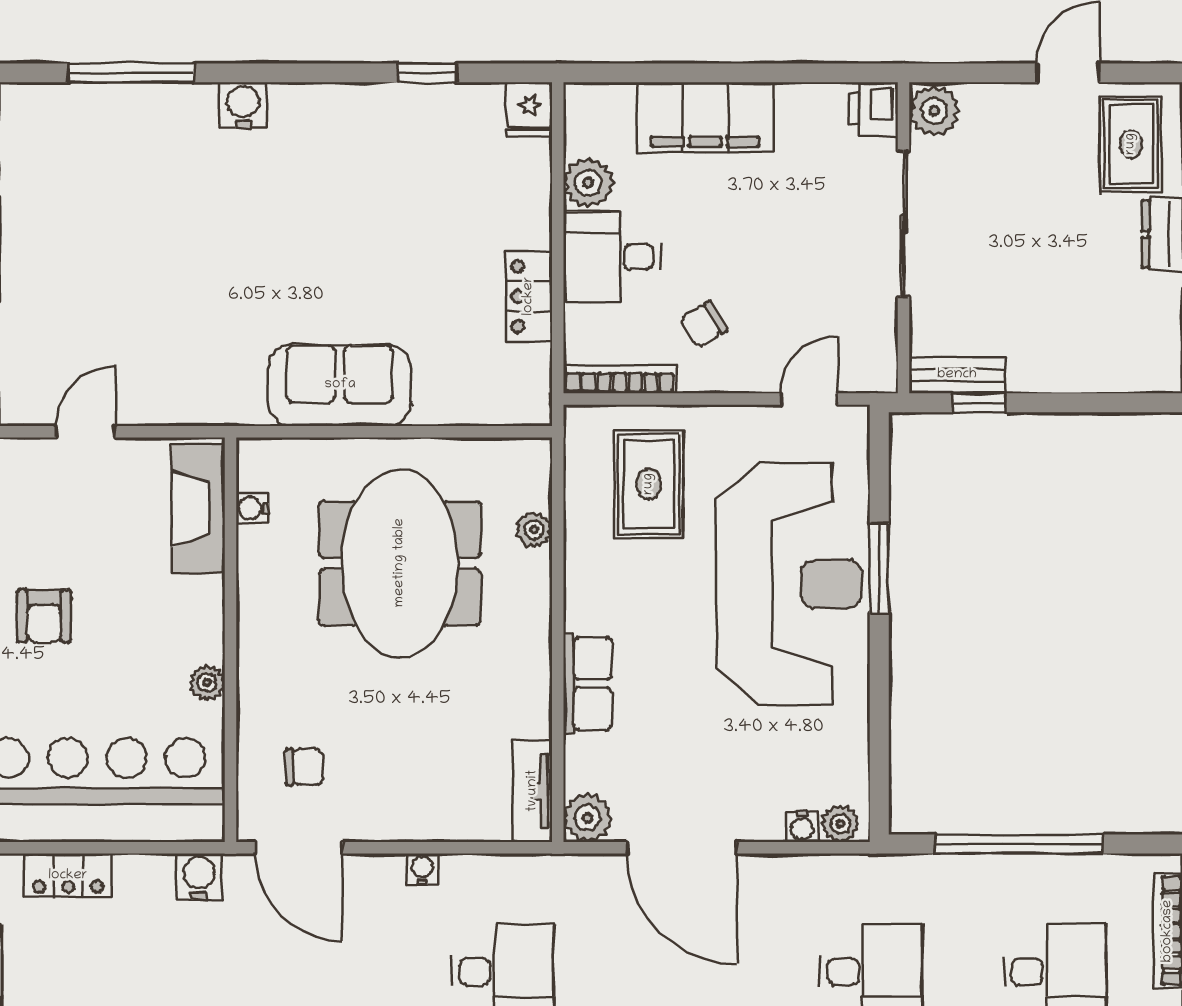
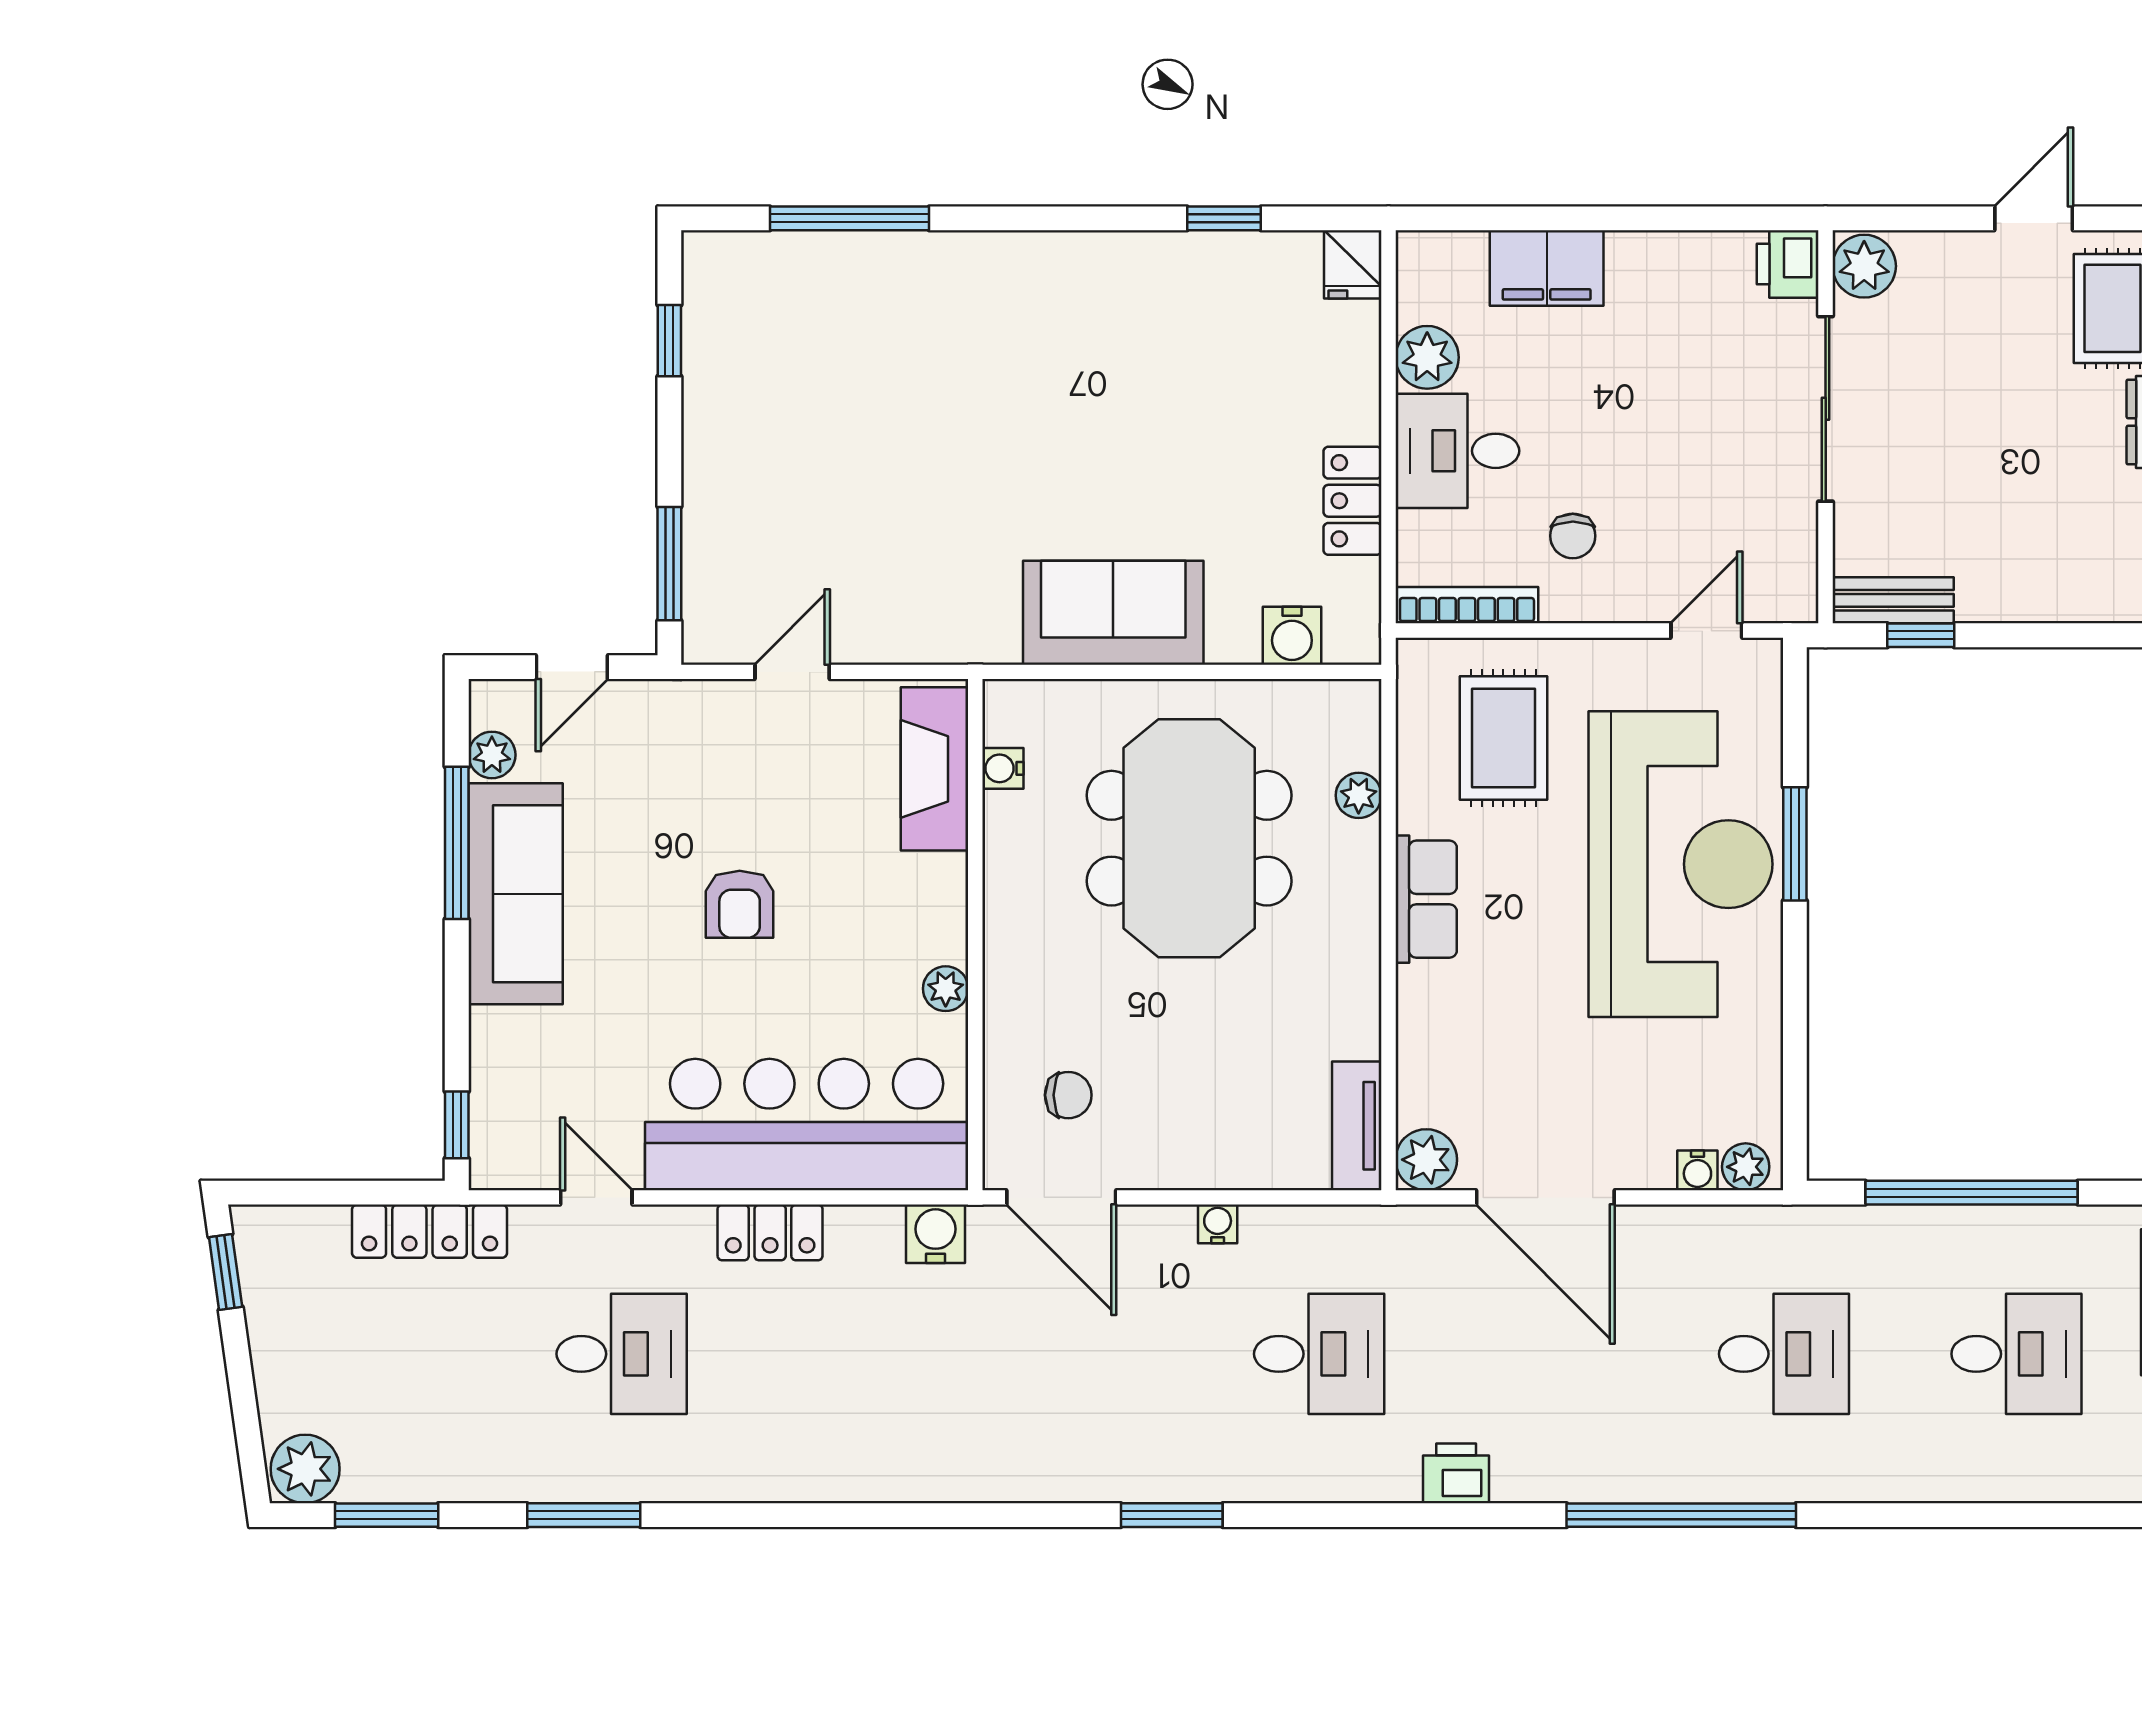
water cooler: (243, 105) -> (1292, 636), moved, turned 180
filing cabinet: (705, 117) -> (1547, 268), width x0.67, depth x0.86
chair: (703, 324) -> (1573, 536), turned -60
row of seats: (587, 683) -> (1426, 899), moved

